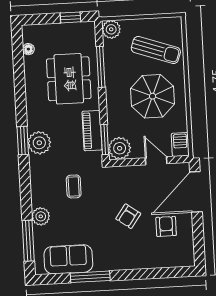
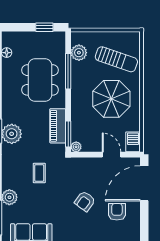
plant: (111, 29) -> (79, 53), moved
plant: (120, 148) -> (76, 147), width x0.53, depth x0.53

